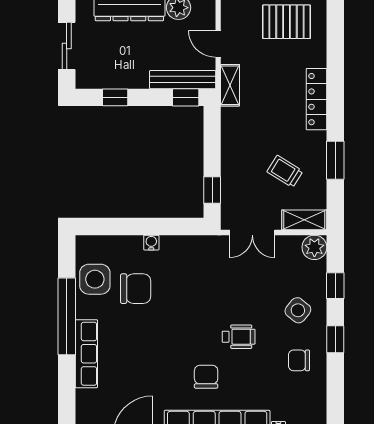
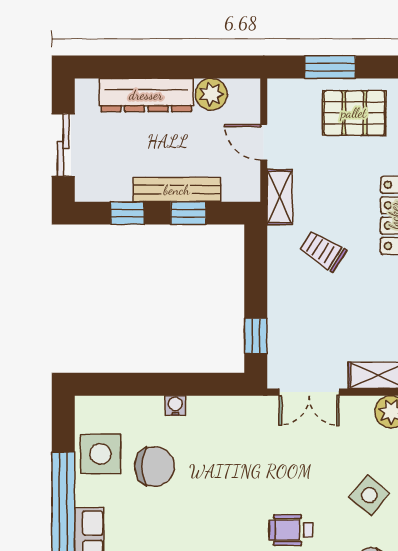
bench: (183, 80) -> (177, 190), moved
window: (186, 97) -> (188, 213), moved
trolley: (285, 171) -> (323, 251), moved
wheelchair: (239, 337) -> (291, 530), turned 180

